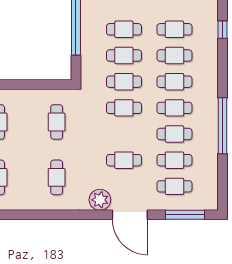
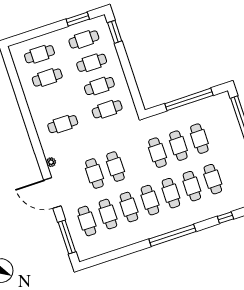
cafe table: (124, 108) -> (115, 167), moved
cafe table: (28, 122) -> (99, 86), added
window: (222, 126) -> (172, 235), moved
plant: (100, 200) -> (51, 162), width x0.53, depth x0.53
door: (130, 215) -> (52, 193), hinge flipped

